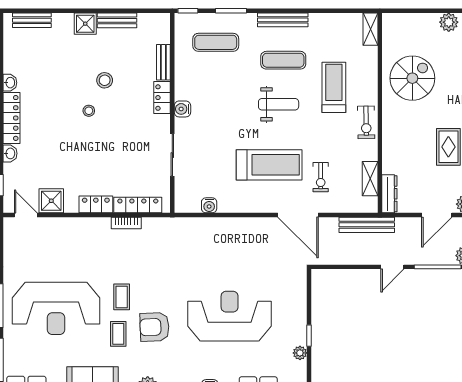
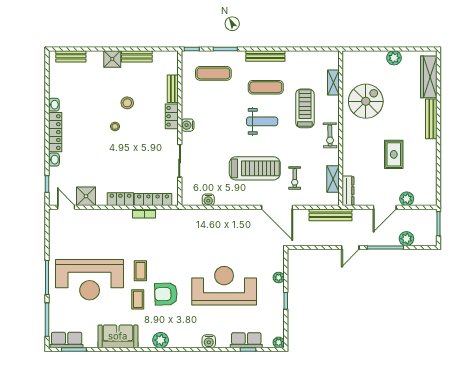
shelving: (370, 29) -> (333, 82), moved
plant: (300, 353) -> (279, 278), moved

